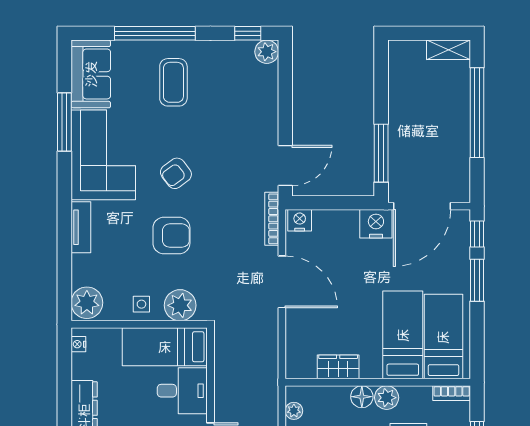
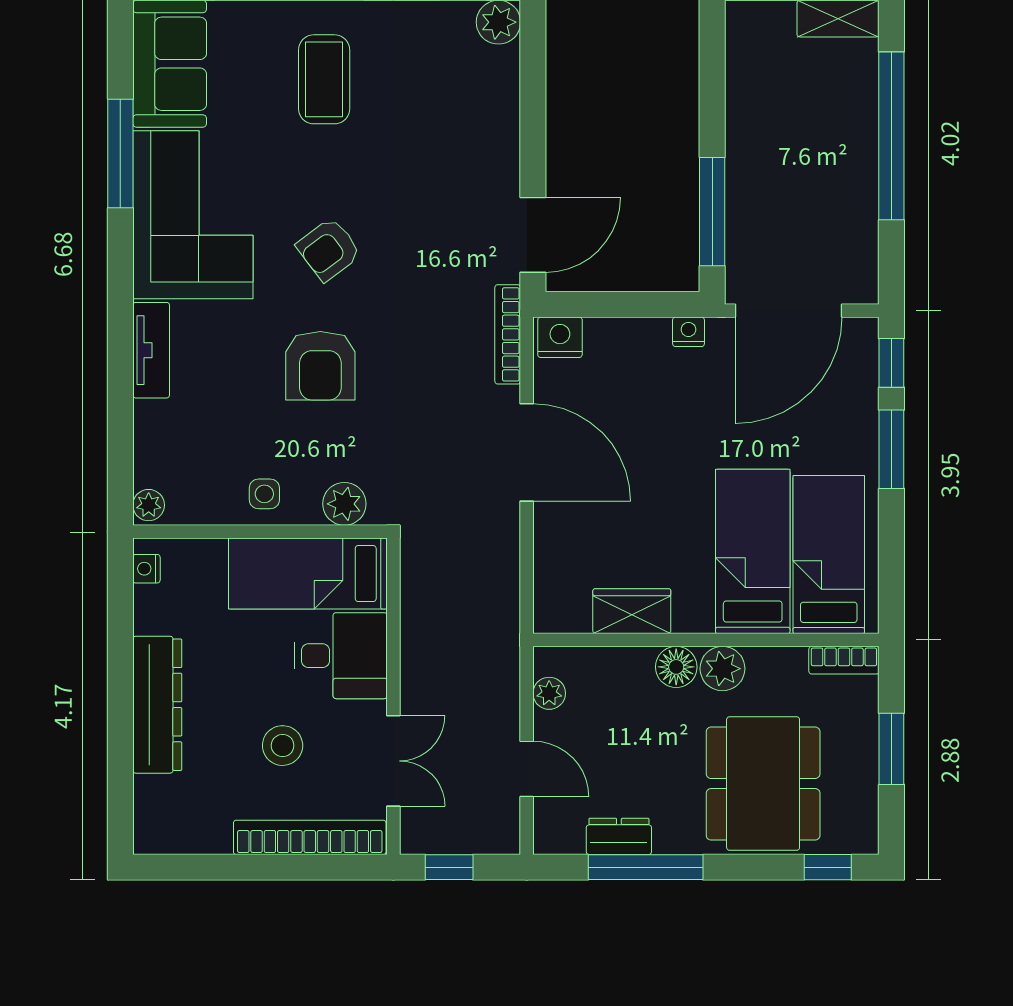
nightstand: (376, 224) -> (688, 332), width x0.53, depth x0.56
armchair: (171, 236) -> (320, 366), turned 90
plant: (87, 303) -> (149, 505), width x0.53, depth x0.53
plant: (180, 305) -> (344, 504), width x0.73, depth x0.73

